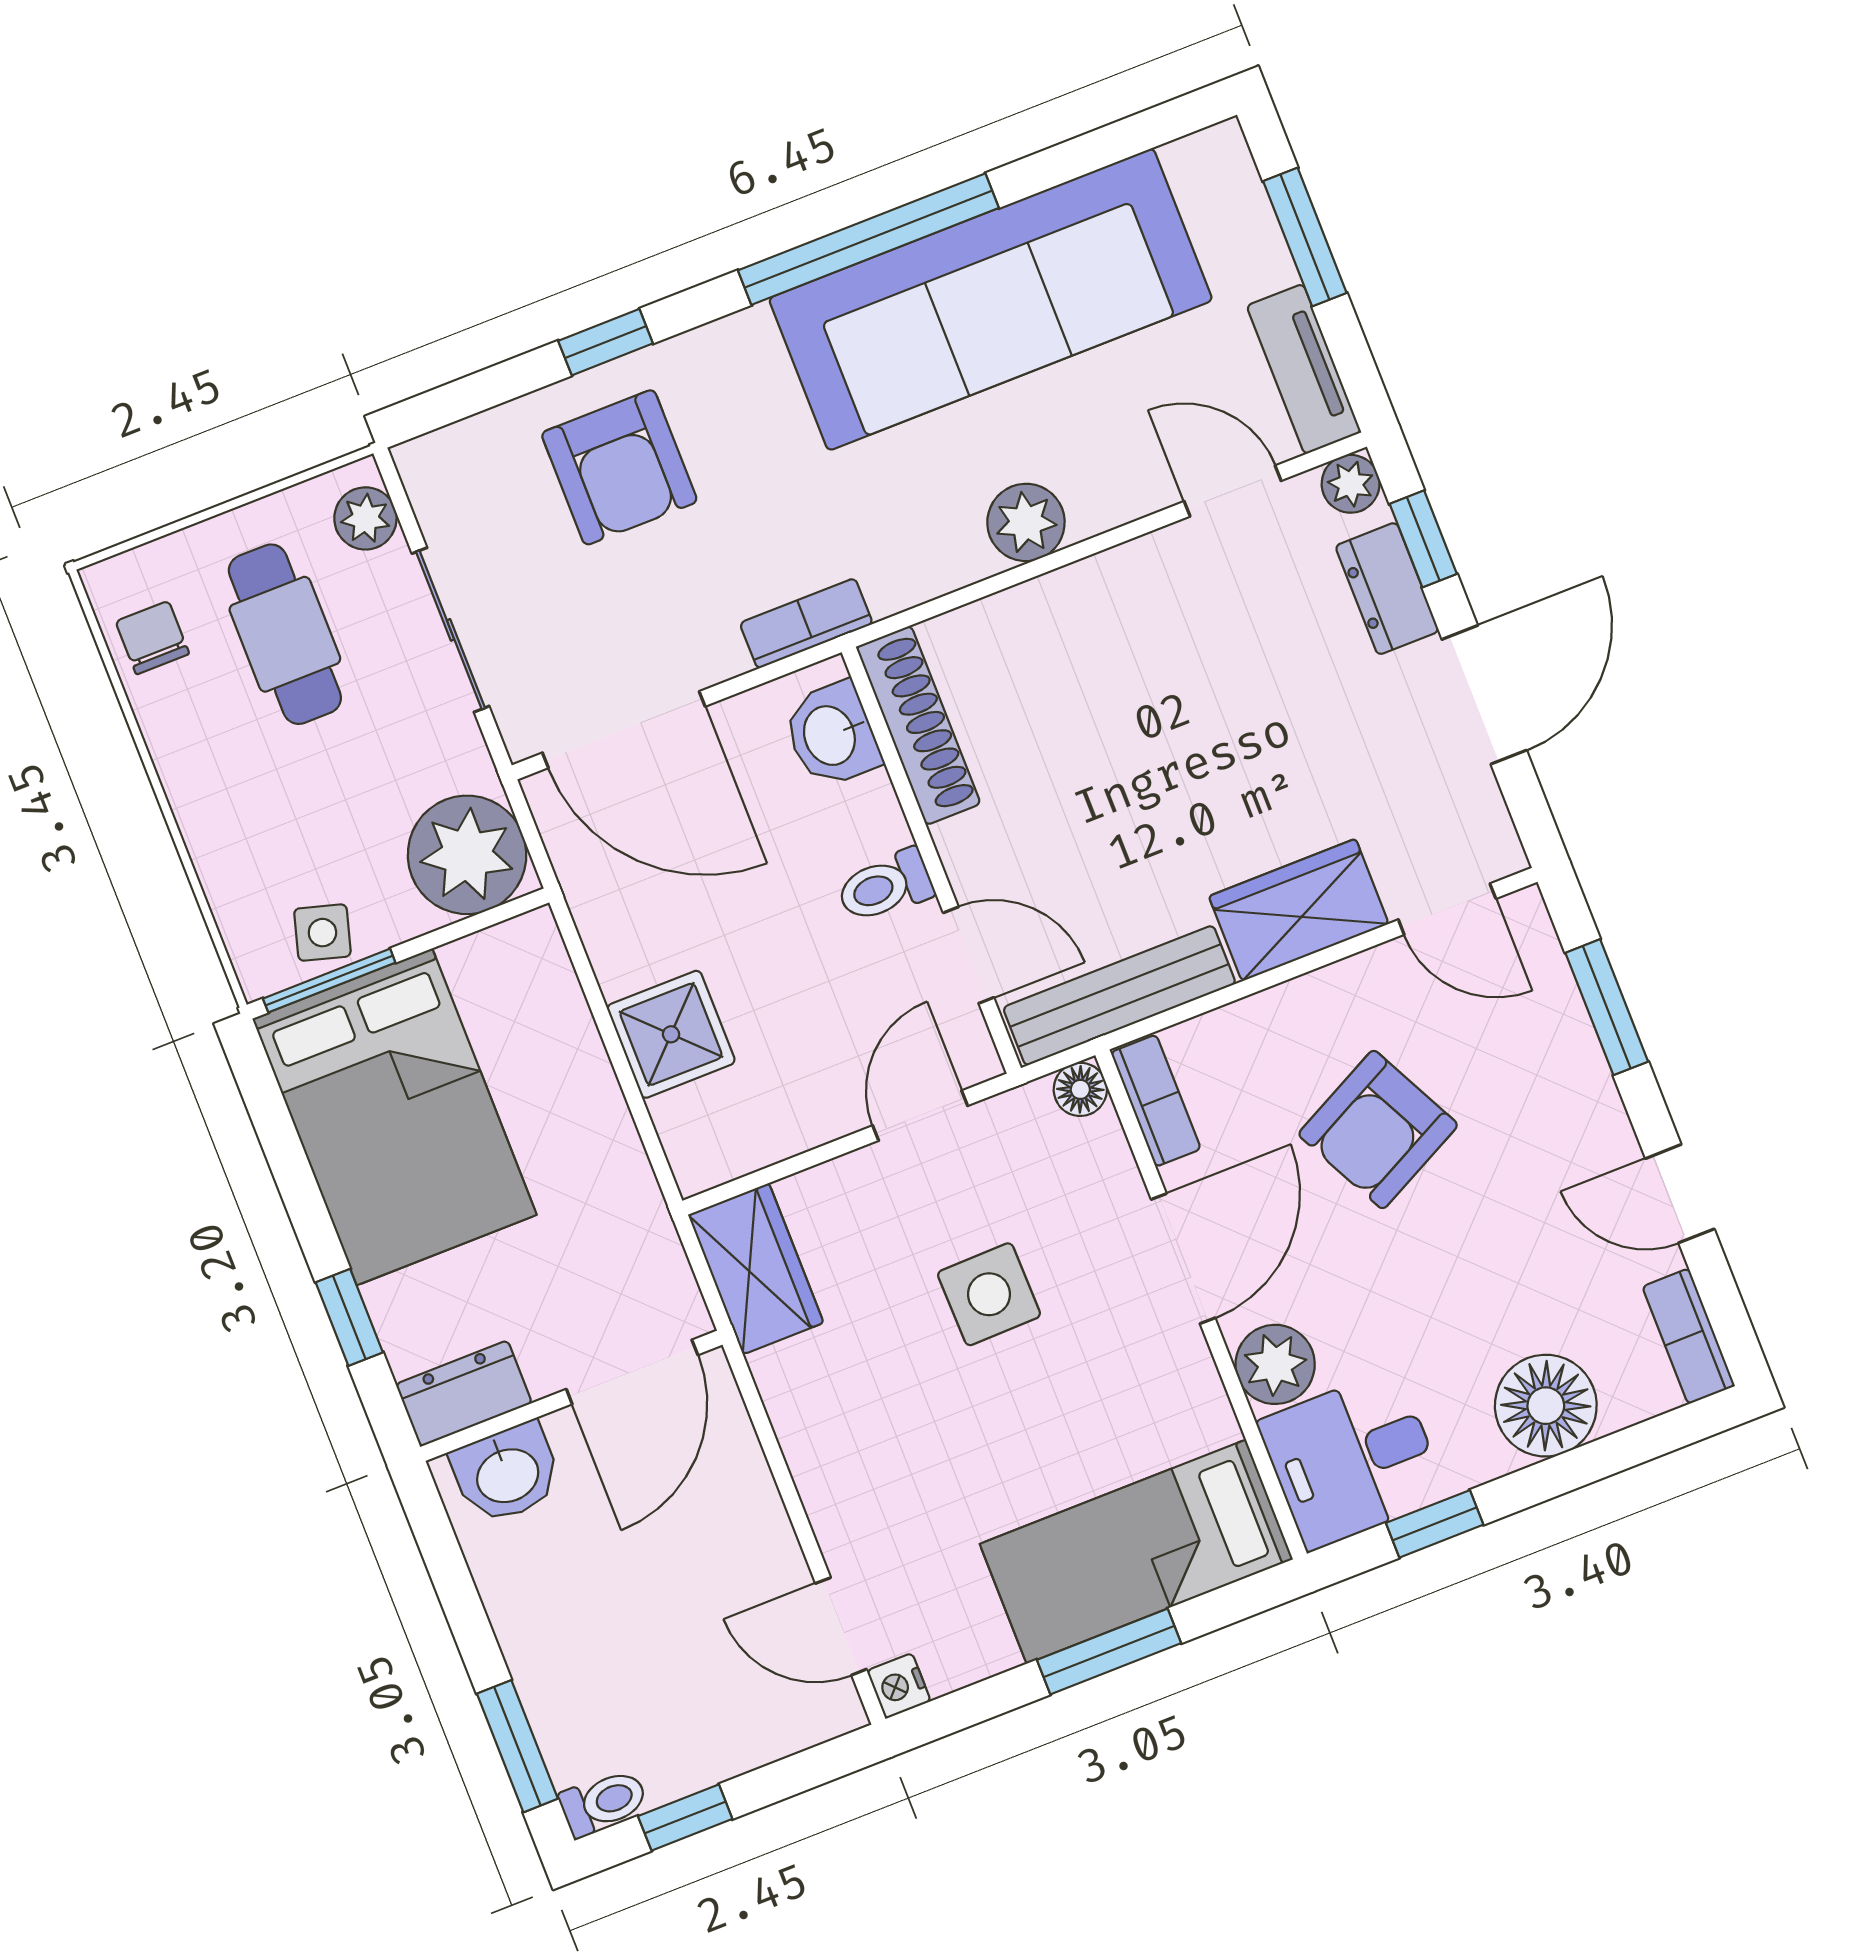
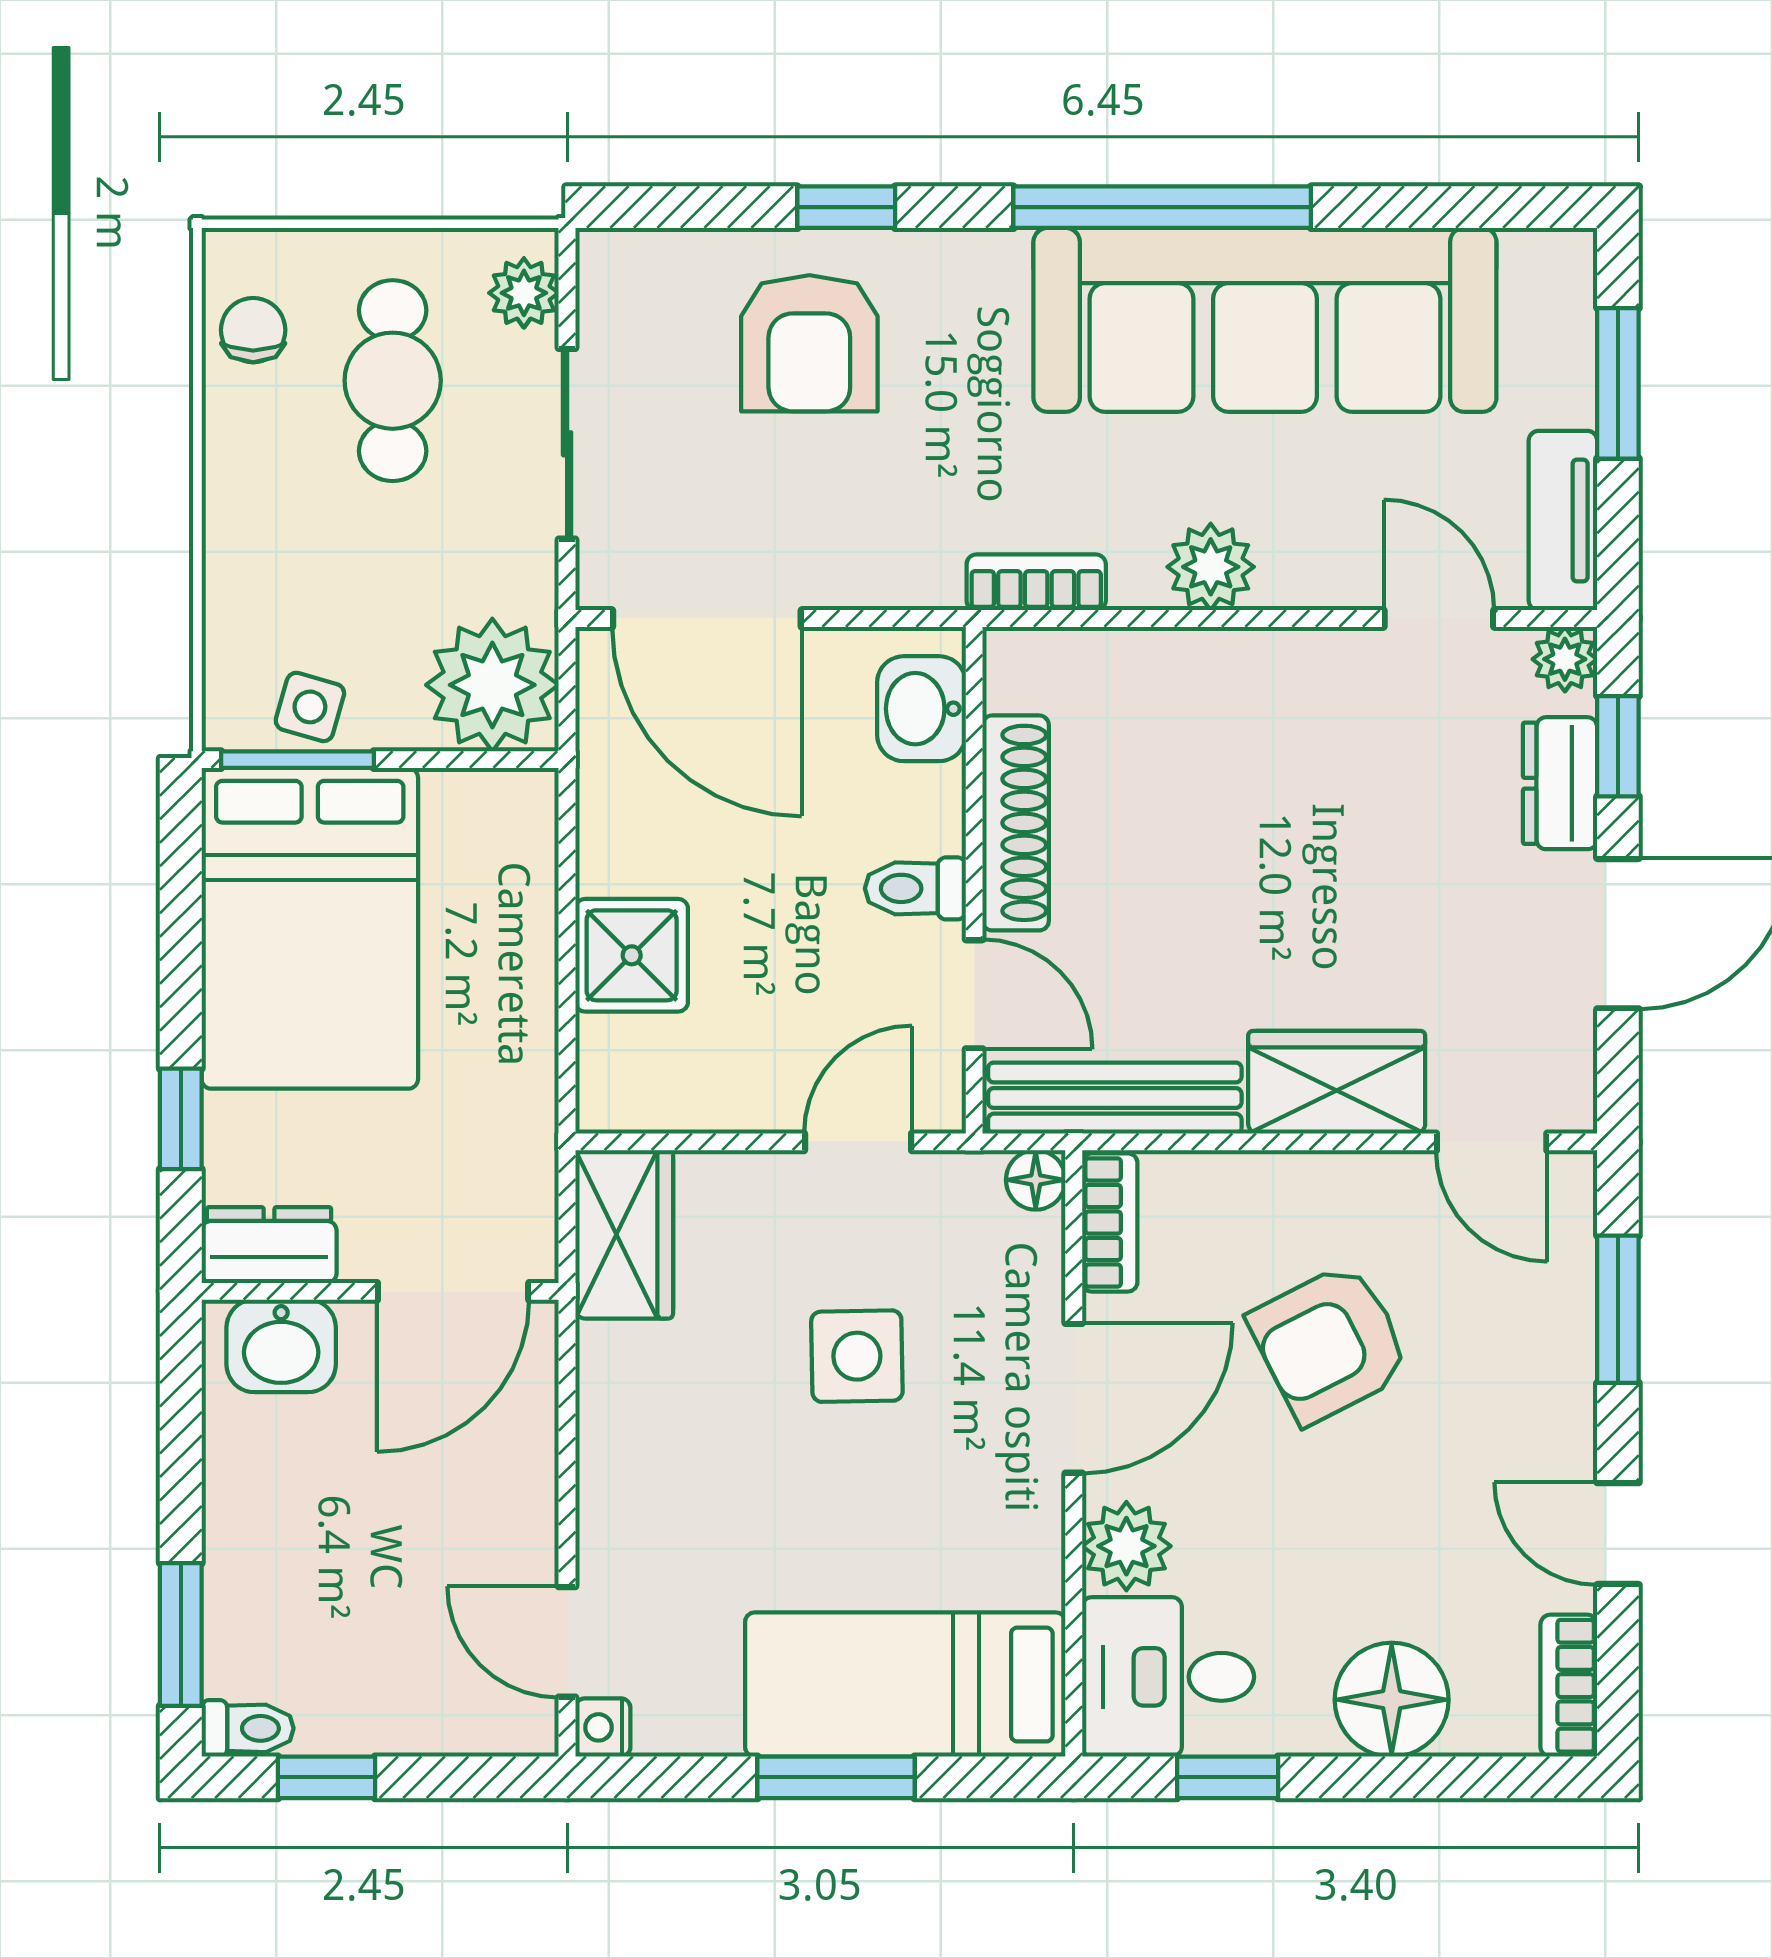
bookcase: (806, 623) -> (1036, 582), moved
shoe rack: (918, 725) -> (1016, 823), moved

